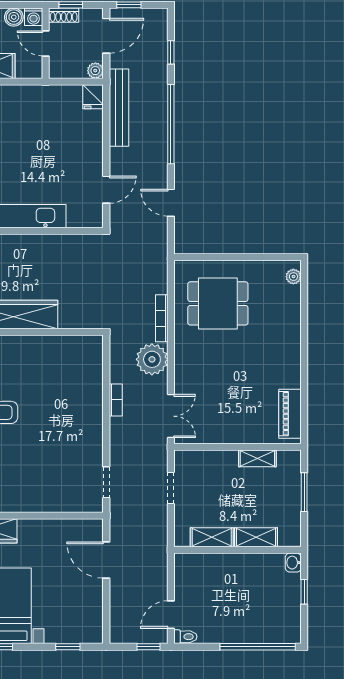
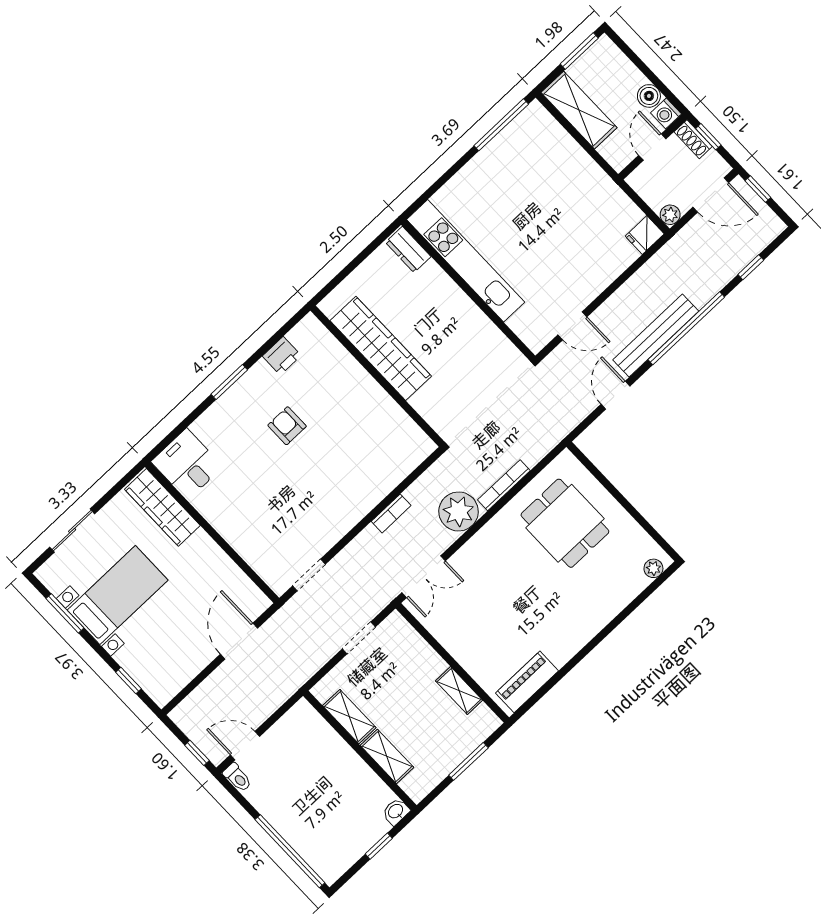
bench: (119, 108) -> (656, 336), moved

